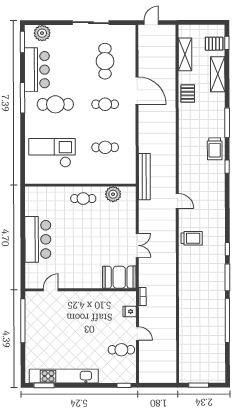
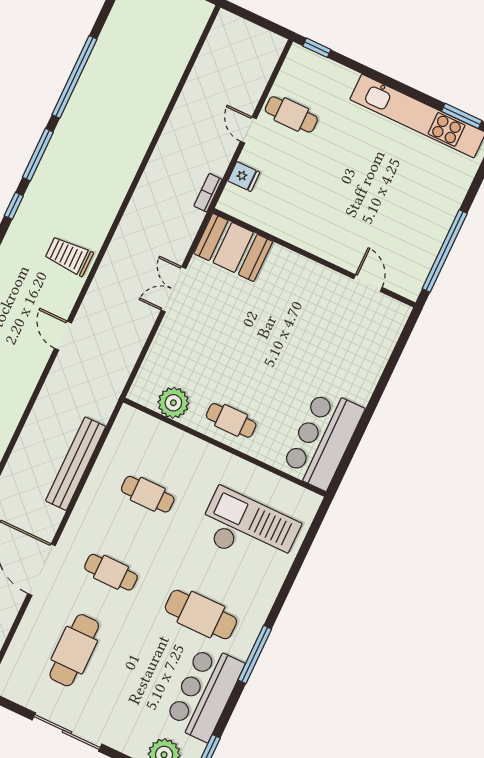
checkout: (52, 153) -> (248, 530), turned 180
bench: (144, 177) -> (76, 464), moved
bar counter: (38, 239) -> (323, 439), moved
door: (51, 290) -> (368, 283), swing flipped

